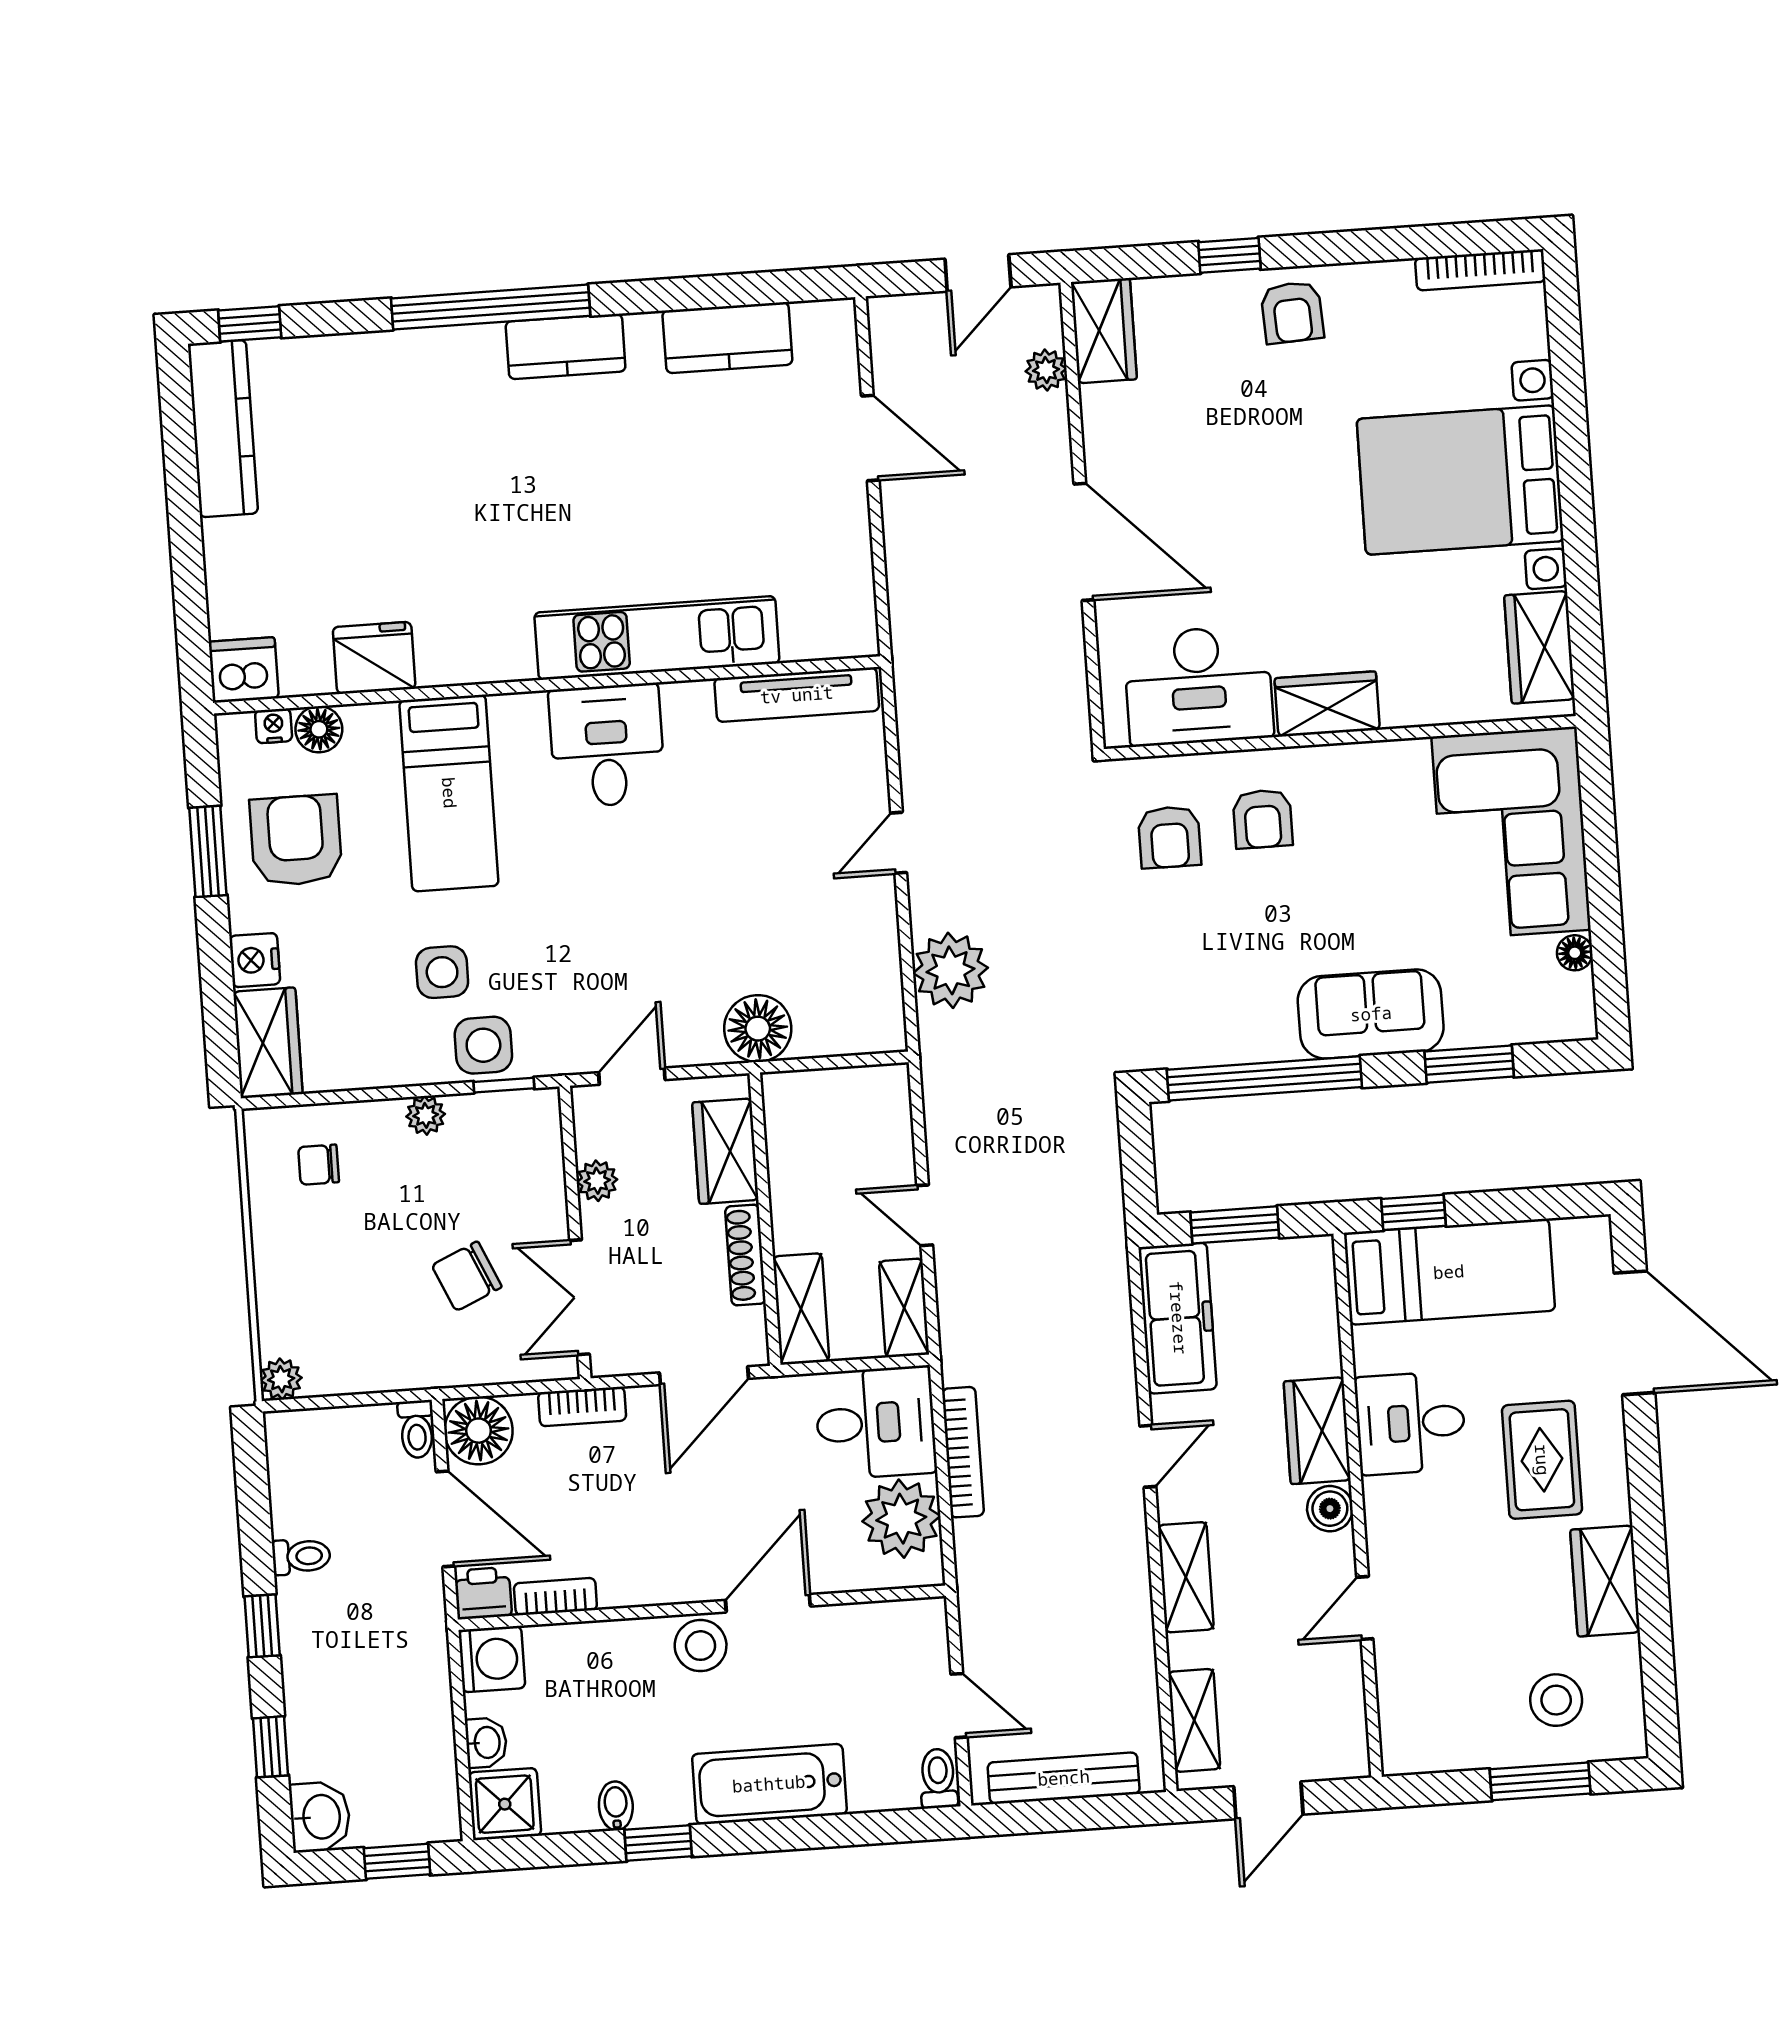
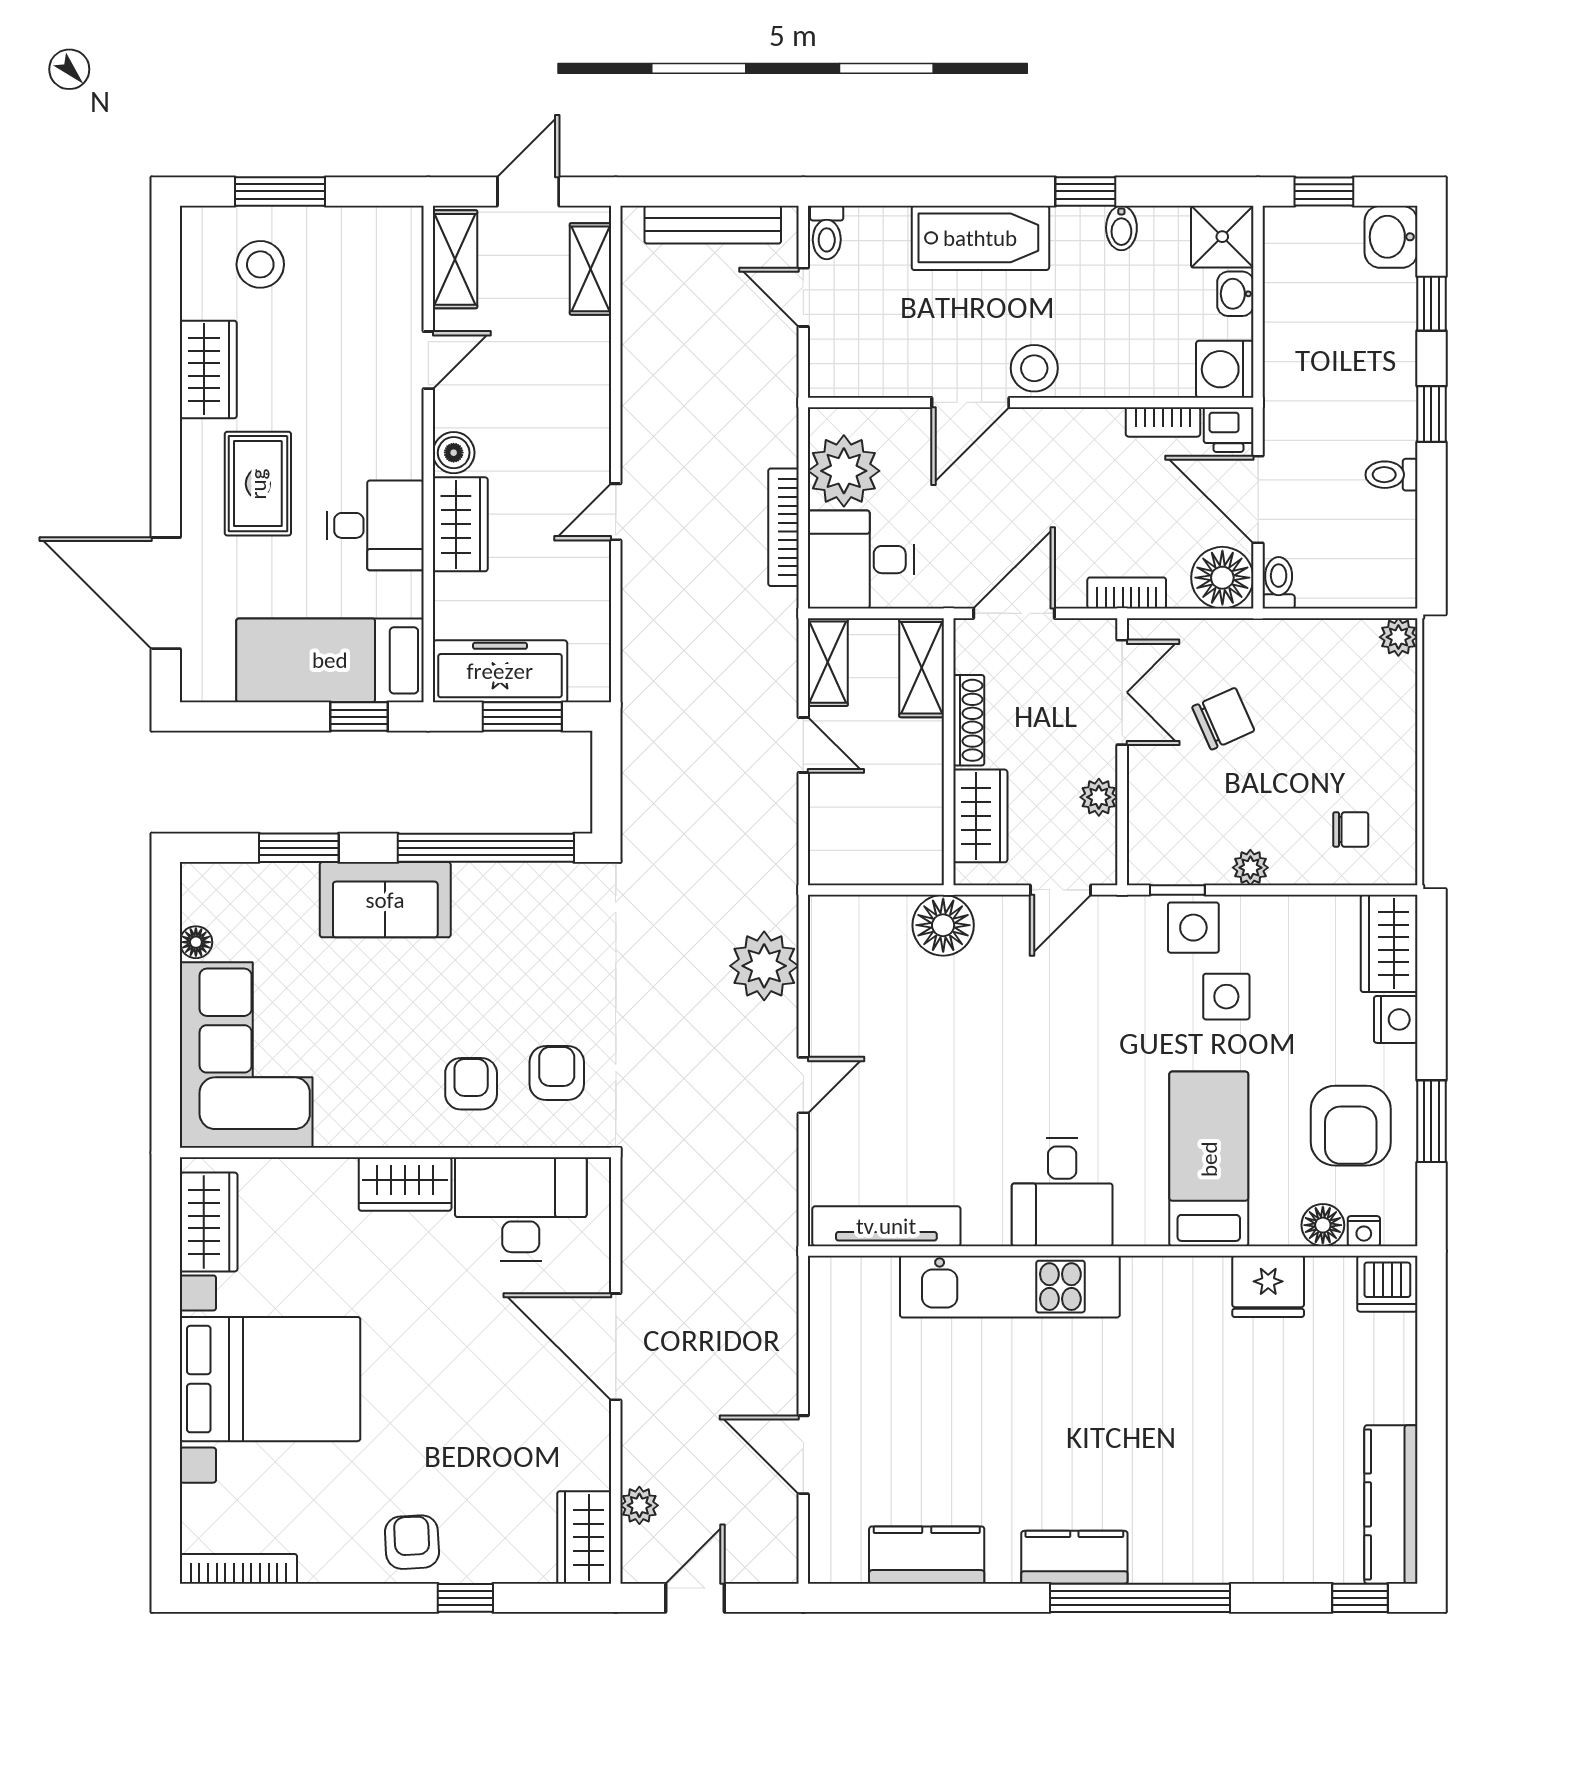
freezer: (1178, 1318) -> (500, 671), moved, turned 90
shelving: (1186, 1577) -> (455, 259), moved

